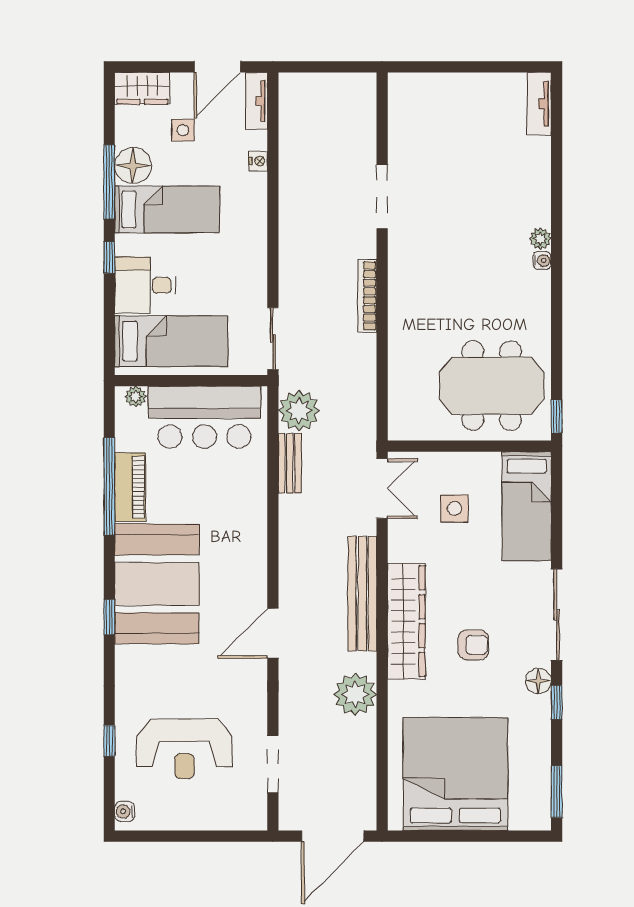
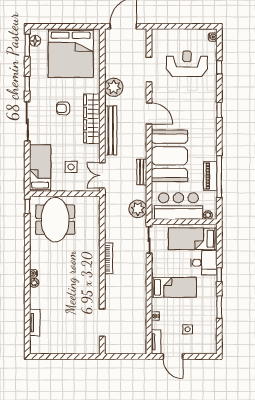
door: (217, 67) -> (173, 356), swing flipped
wardrobe: (142, 88) -> (205, 347), removed
tv unit: (539, 104) -> (35, 323), moved
floor lamp: (133, 166) -> (209, 314), removed
window: (109, 182) -> (219, 307), width x0.69
doorway: (382, 197) -> (102, 323), moved
bed: (167, 209) -> (174, 287), moved, turned 180
meeting table: (492, 386) -> (55, 220), turned 90
bench: (290, 463) -> (142, 172), moved
booth: (157, 584) -> (169, 156), moved
window: (109, 617) -> (219, 110), moved
door: (273, 633) -> (149, 113), hinge flipped
floor lamp: (538, 681) -> (35, 41), moved
doorway: (273, 764) -> (149, 70), moved

